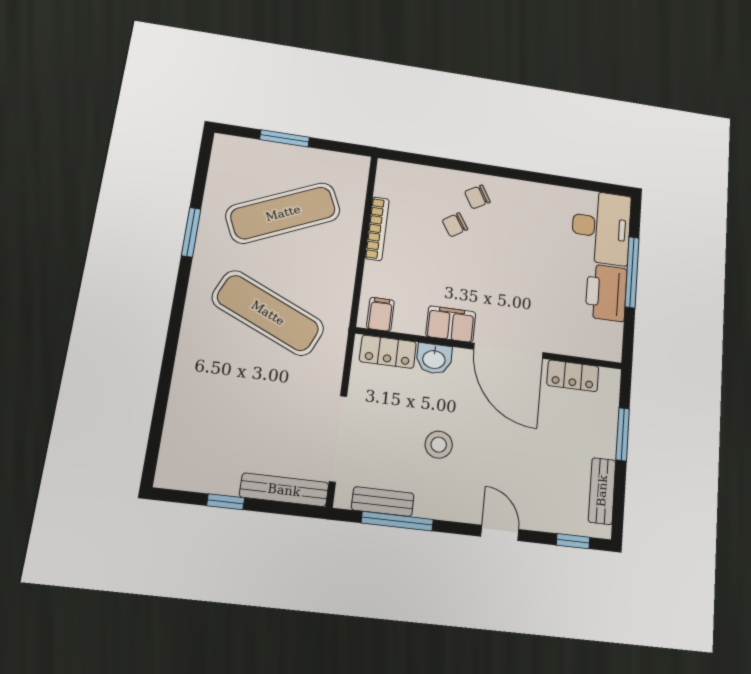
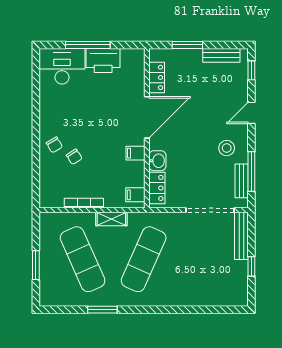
shelving: (345, 269) -> (111, 219), added
filing cabinet: (451, 324) -> (136, 153), width x0.50
stool: (439, 445) -> (227, 148), moved

